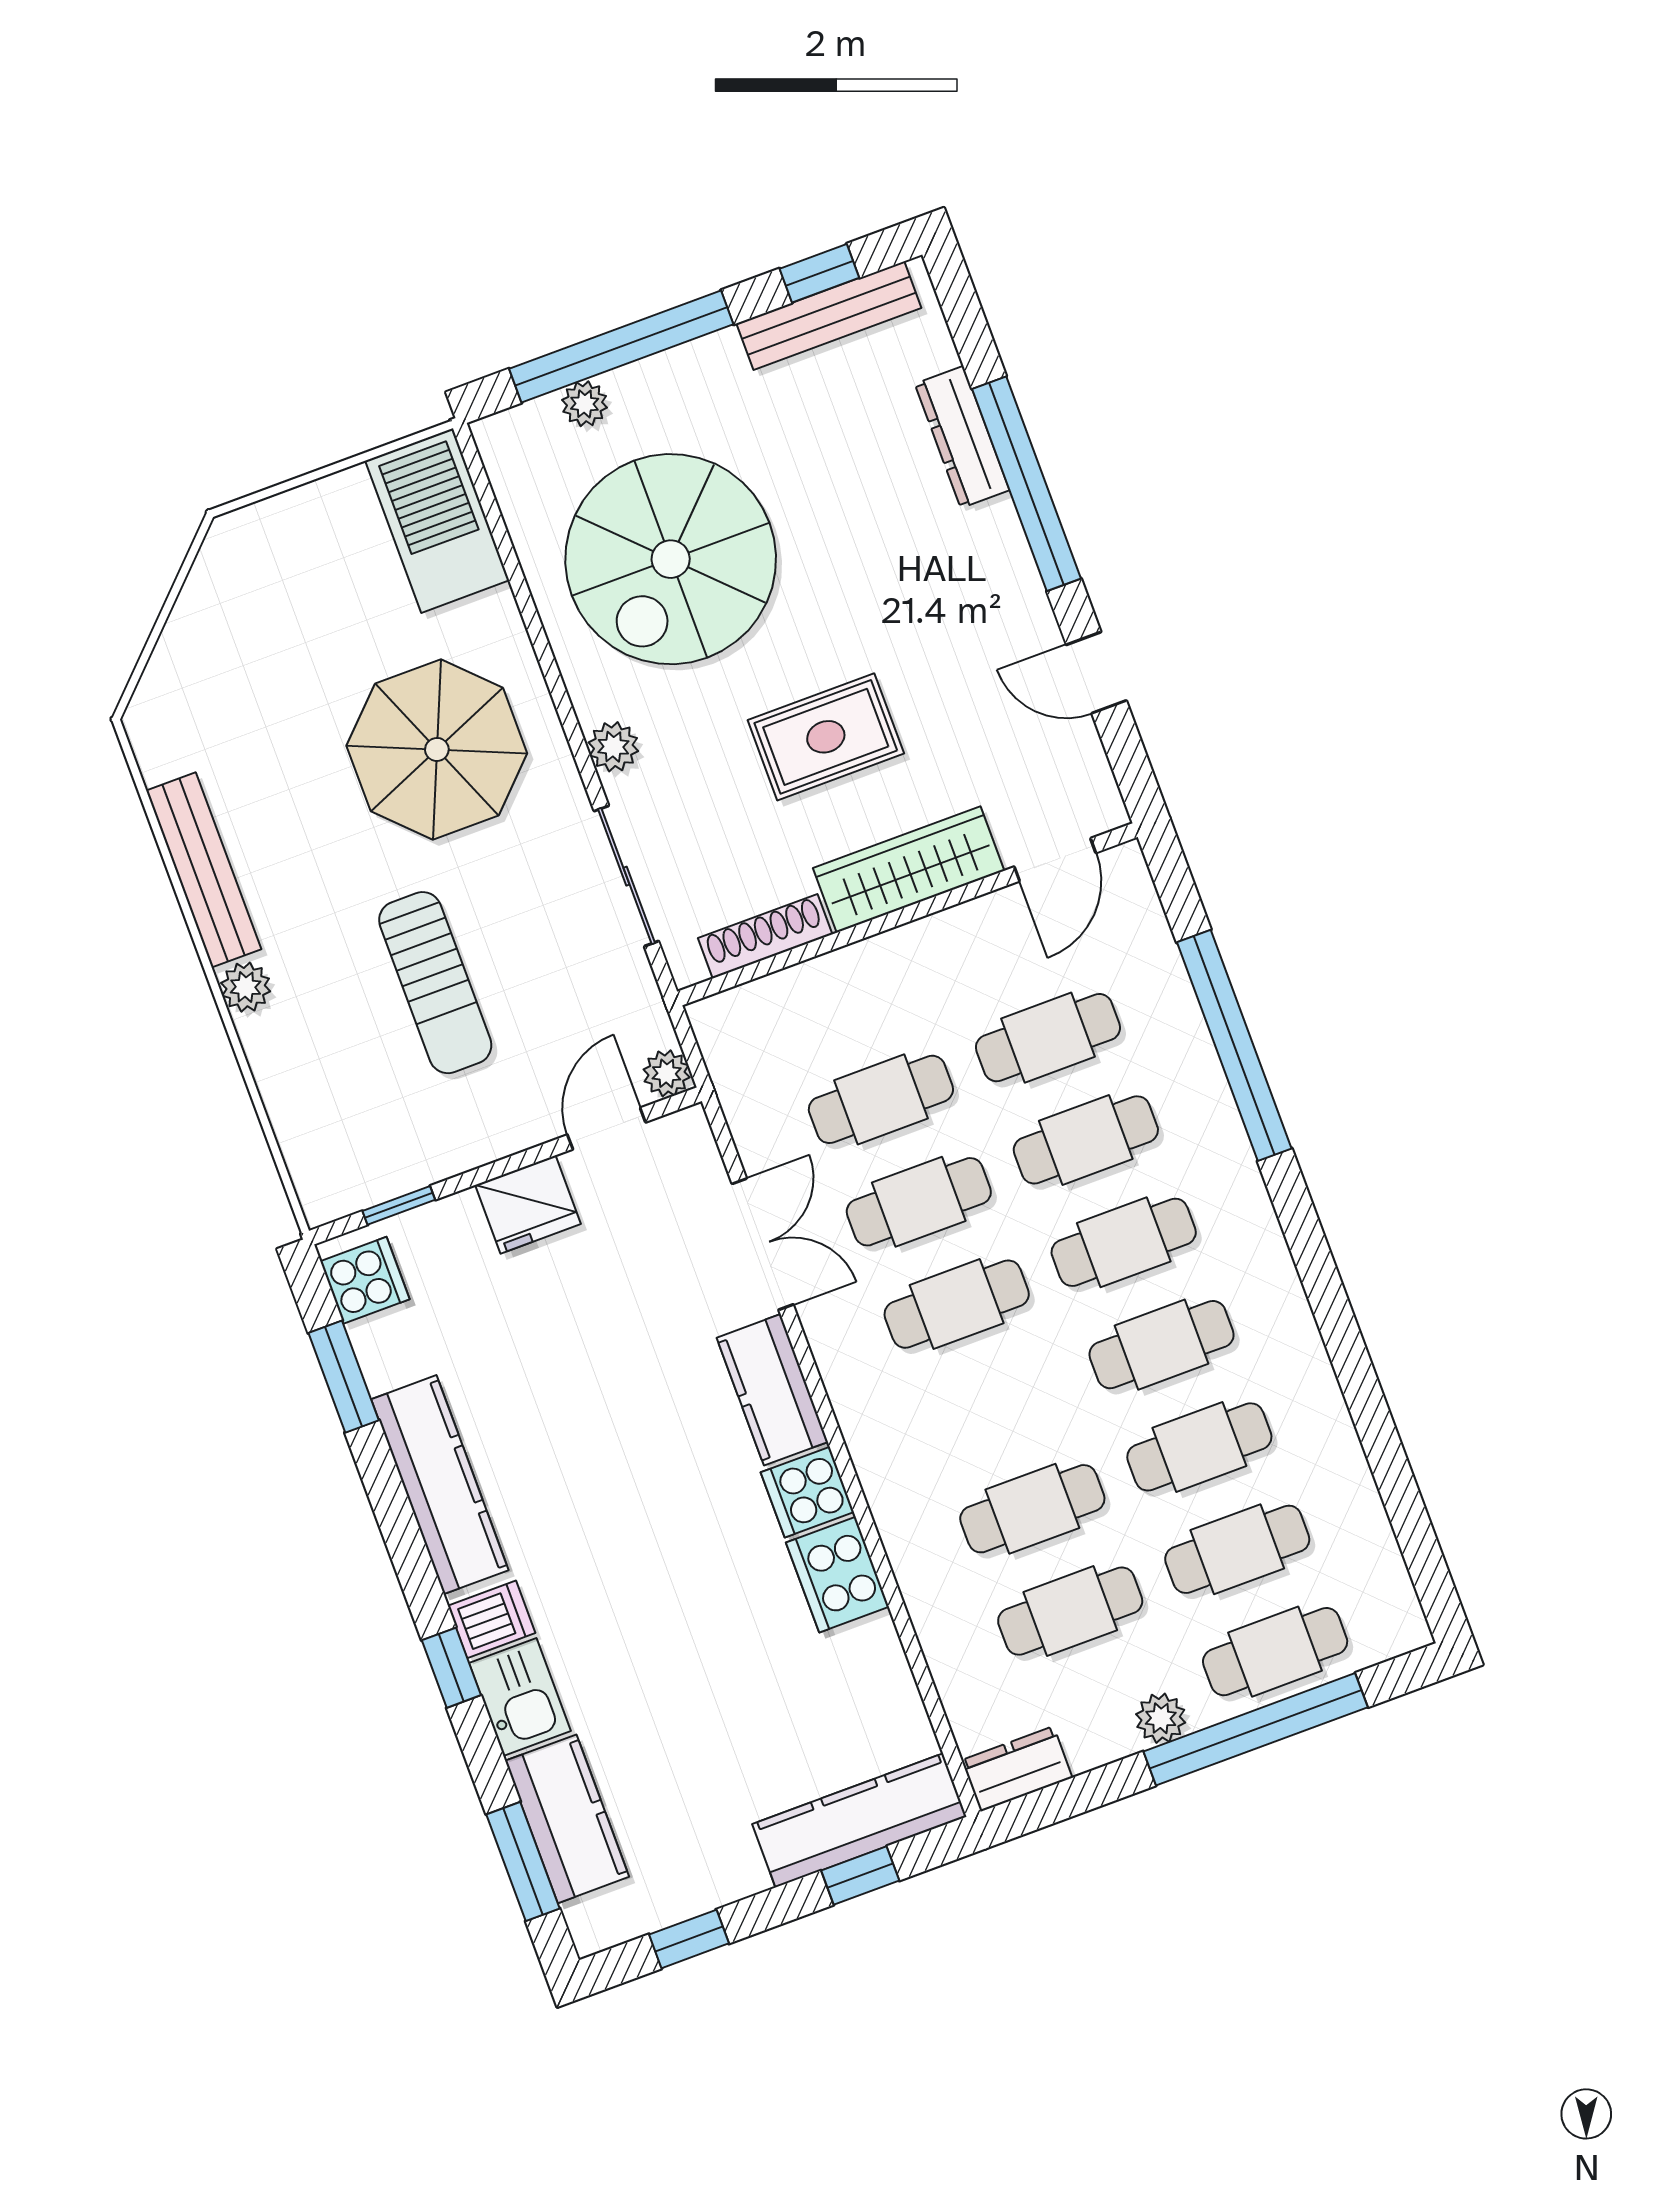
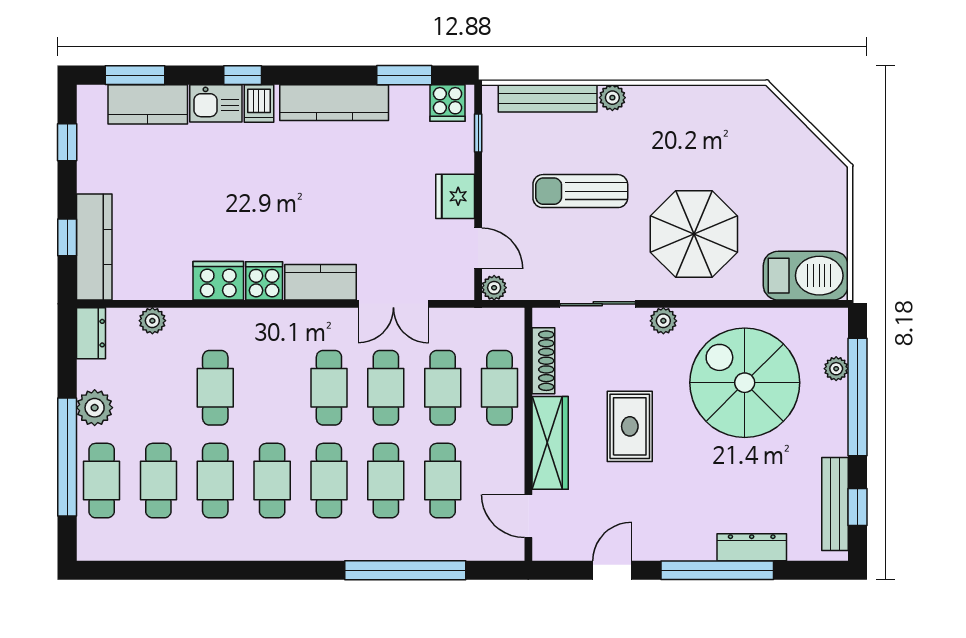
bench: (204, 870) -> (548, 98), moved
cafe table: (1070, 1611) -> (500, 388), moved
plant: (954, 1667) -> (152, 321), added
plant: (1161, 1718) -> (95, 408), width x1.38, depth x1.38

